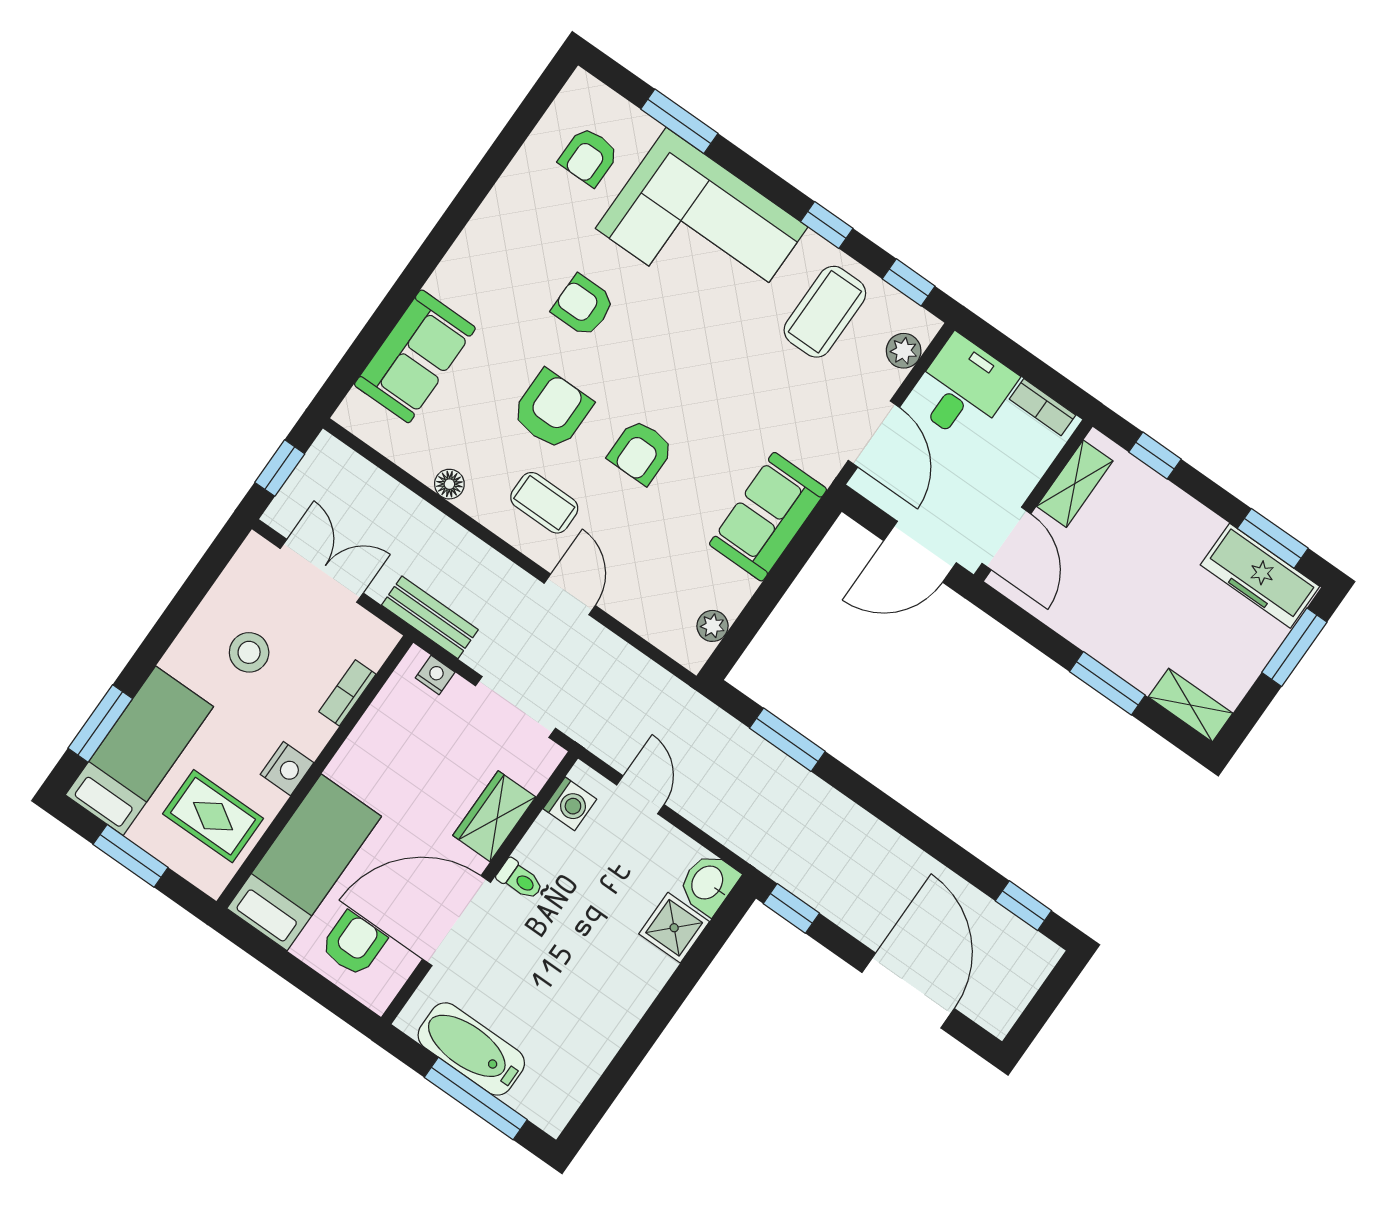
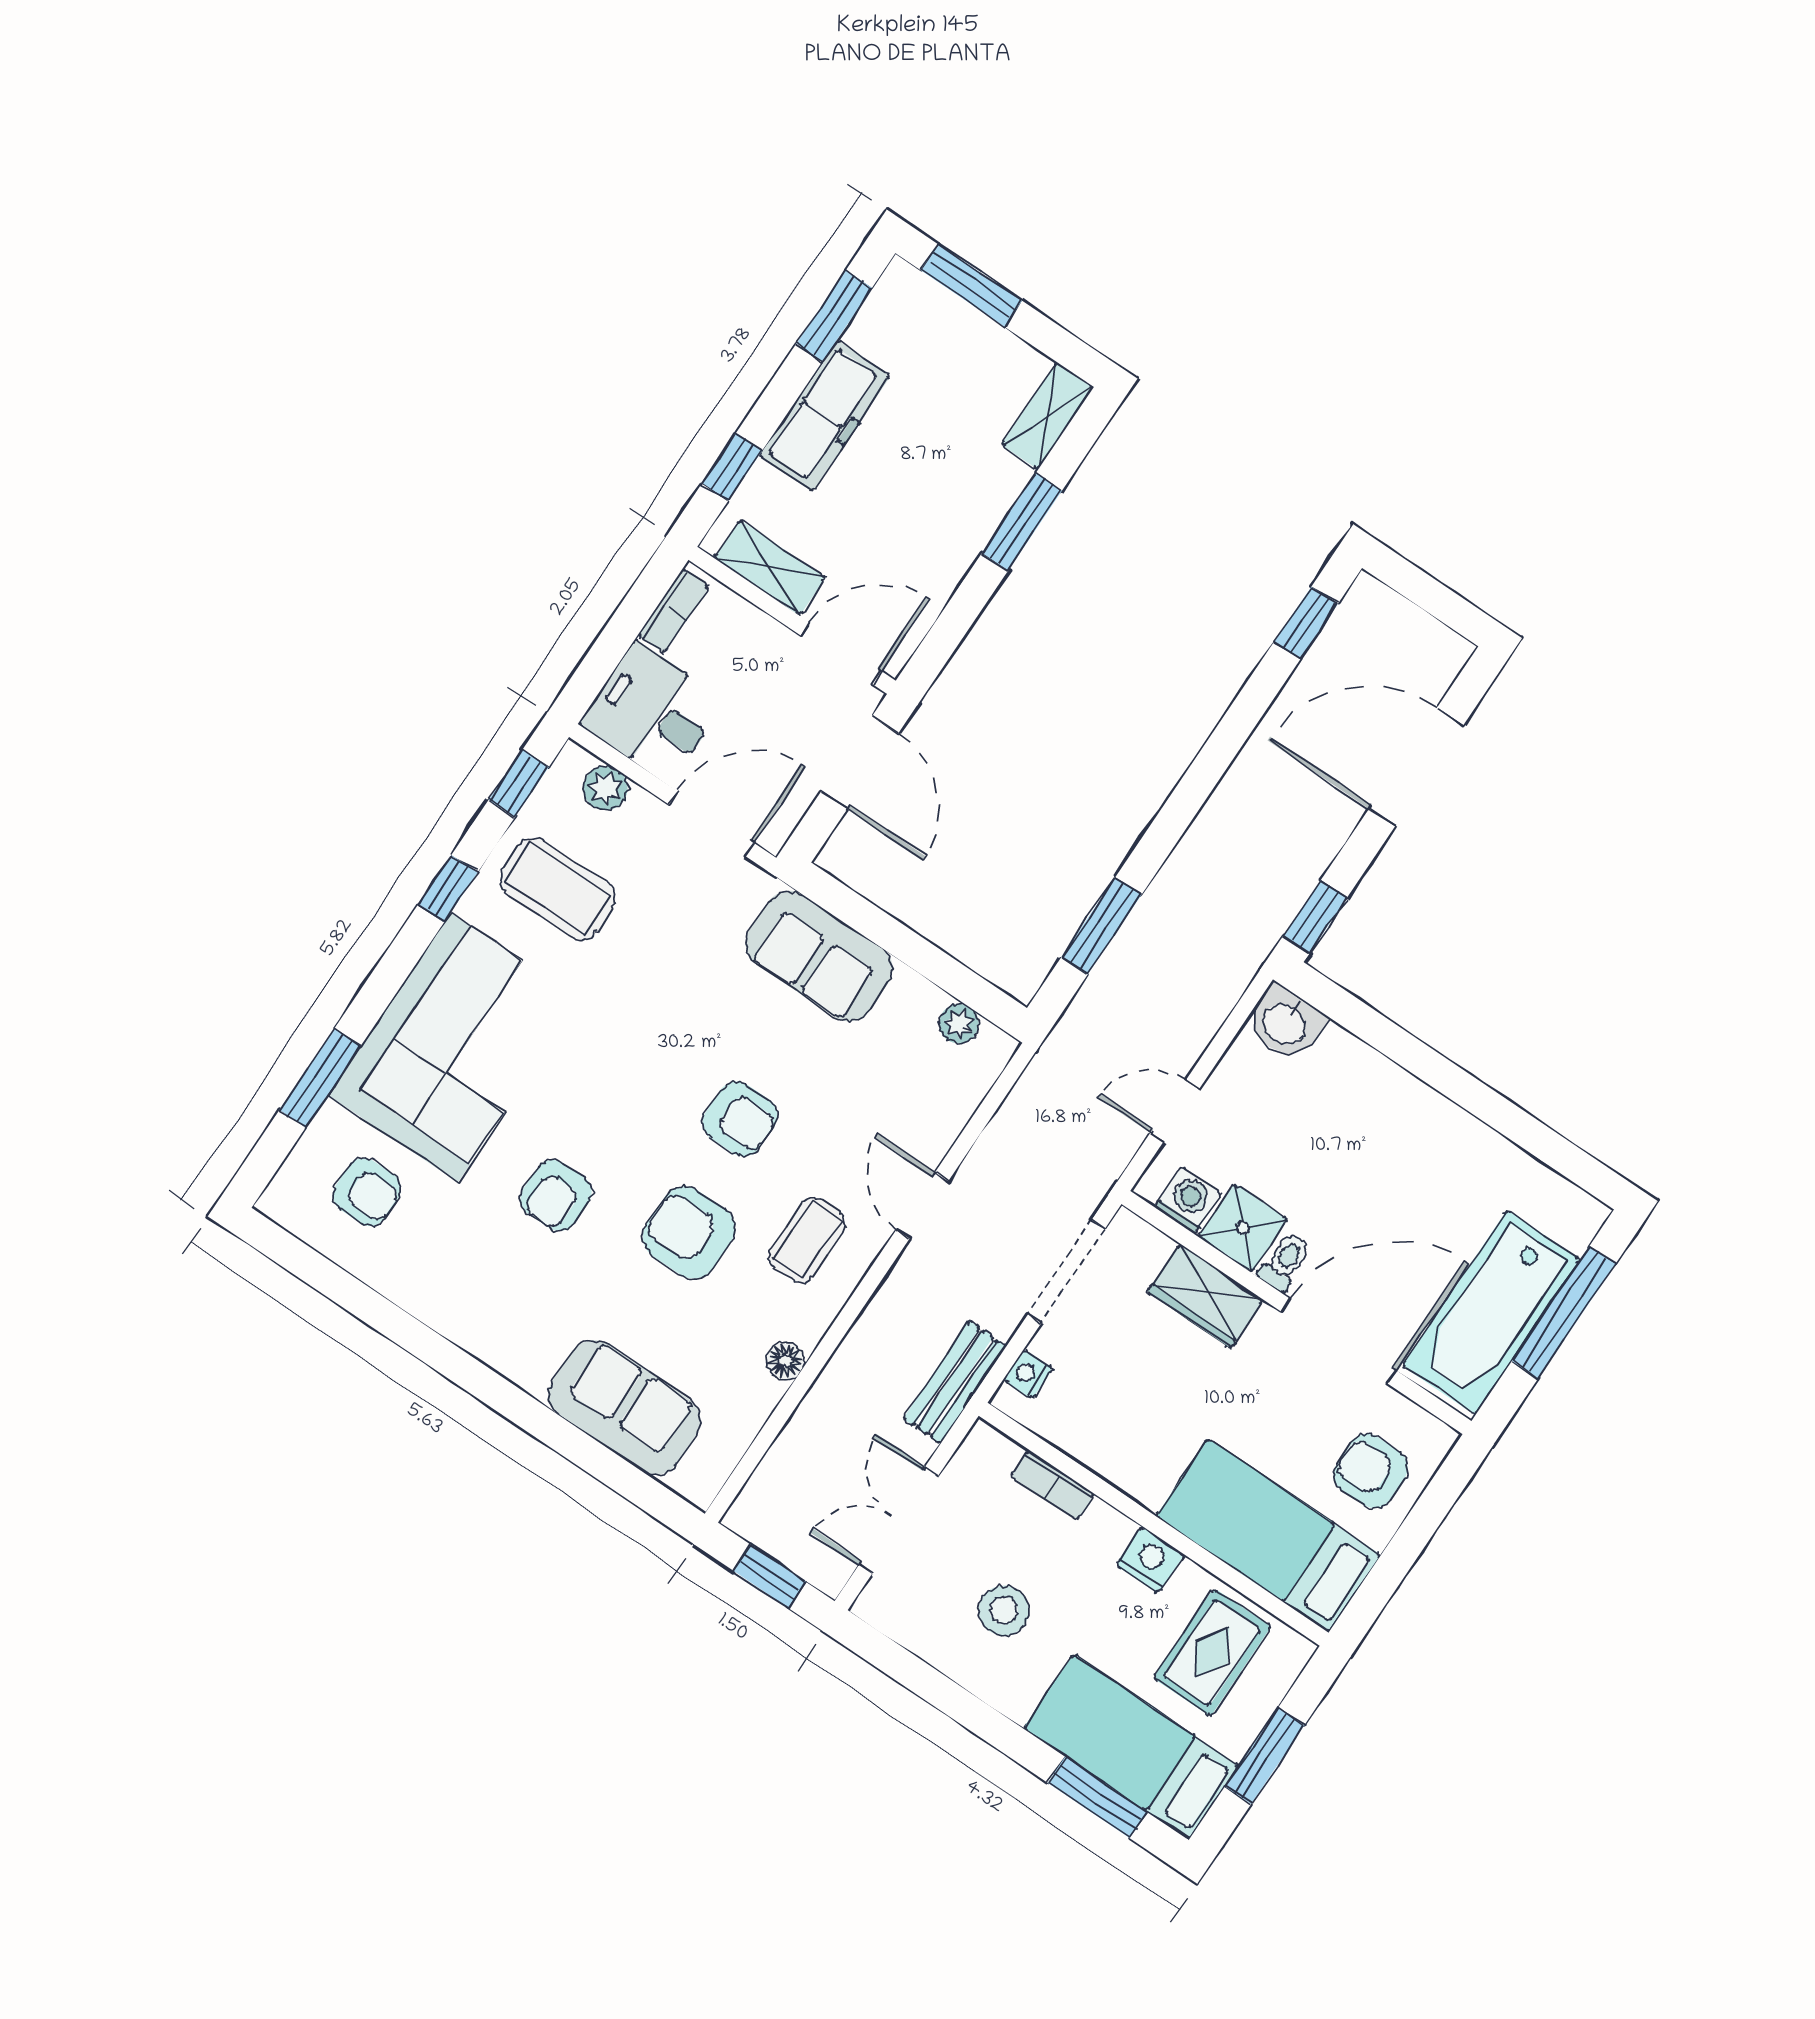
freezer: (1260, 576) -> (825, 416), moved
door: (570, 594) -> (922, 1205), hinge flipped
door: (456, 921) -> (1339, 1341), swing flipped
shower: (674, 928) -> (1243, 1228), moved
bathtub: (471, 1049) -> (1491, 1313), width x1.36, depth x1.36

